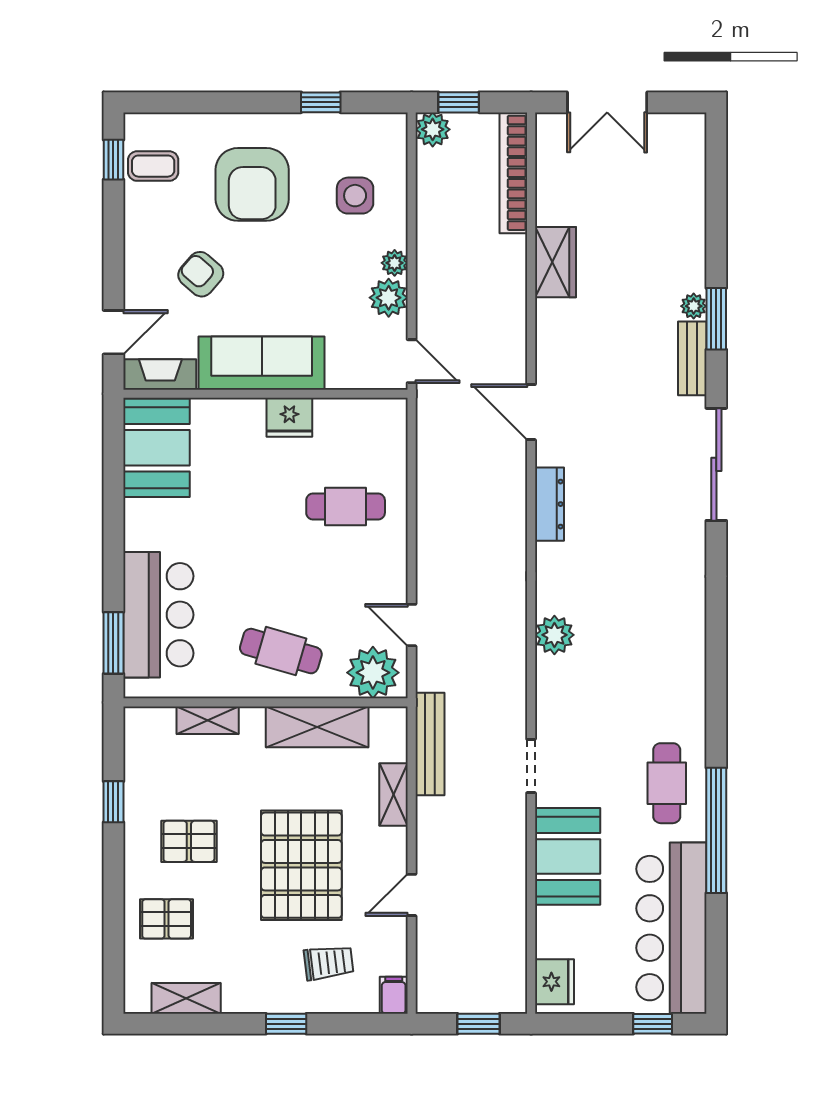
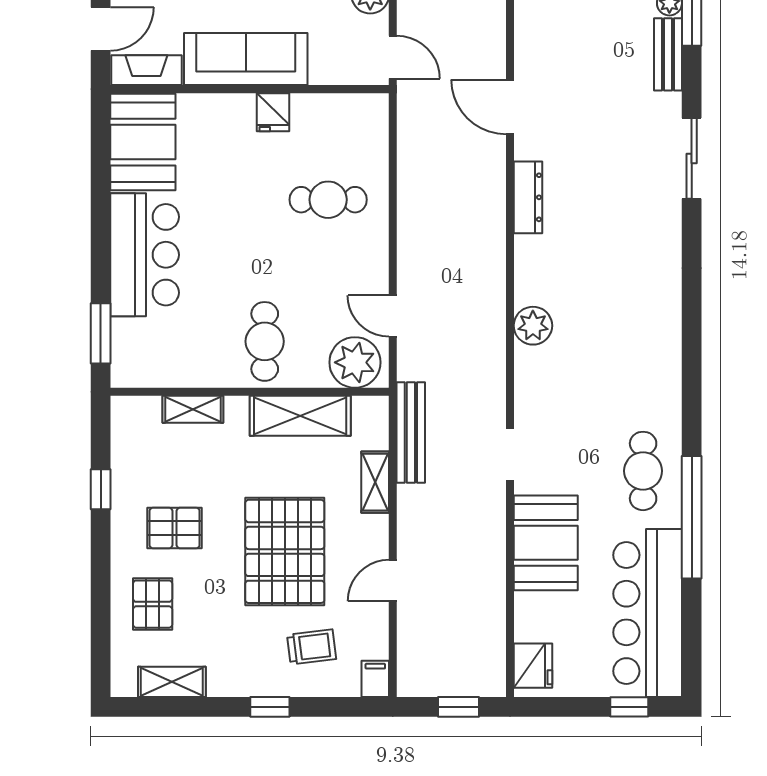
fridge: (289, 417) -> (273, 112), width x0.72
sliding door: (716, 464) -> (692, 158), width x0.73
bar counter: (158, 615) -> (145, 255), moved
cafe table: (281, 651) -> (265, 341), turned 74
pallet: (167, 919) -> (153, 604), turned 90

